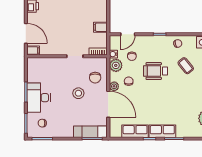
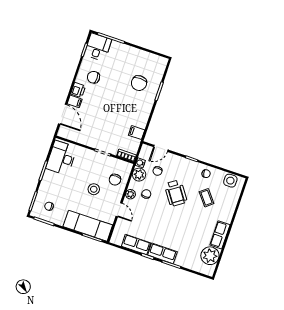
filing cabinet: (33, 51) -> (75, 101), moved
wheelchair: (156, 71) -> (176, 193), turned -125
desk: (39, 98) -> (61, 158), moved
door: (108, 104) -> (119, 210), width x0.53
exam couch: (90, 132) -> (88, 226), width x1.36, depth x1.45

